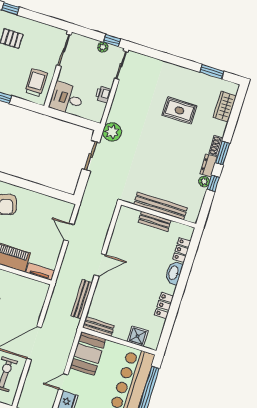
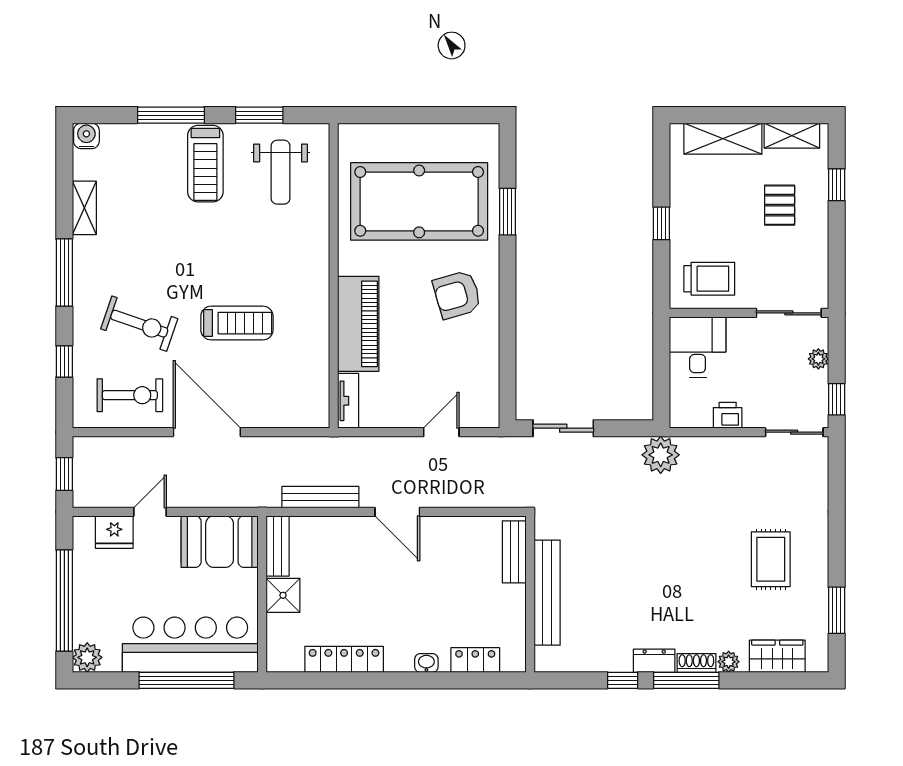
plant: (103, 47) -> (818, 359), moved
rug: (179, 110) -> (771, 559), moved
window: (223, 153) -> (686, 680), width x1.44
sliding door: (91, 156) -> (563, 428), moved
plant: (204, 181) -> (729, 662), moved
bench: (155, 221) -> (514, 552), moved
washbasin: (174, 273) -> (426, 663), width x0.52, depth x0.69
locker: (164, 306) -> (344, 659), width x1.53
shower: (138, 336) -> (283, 595), moved
door: (63, 382) -> (150, 512), hinge flipped

